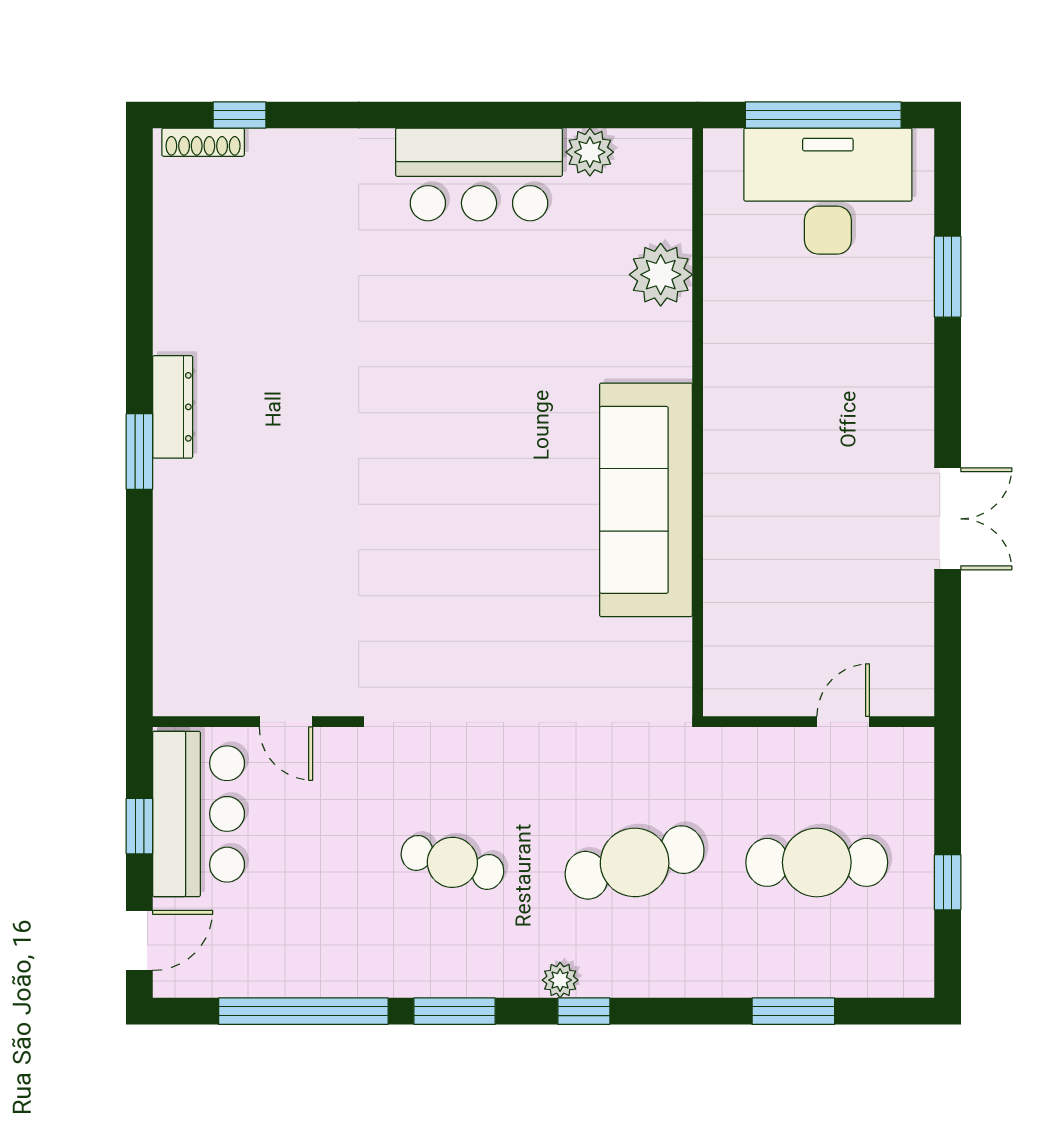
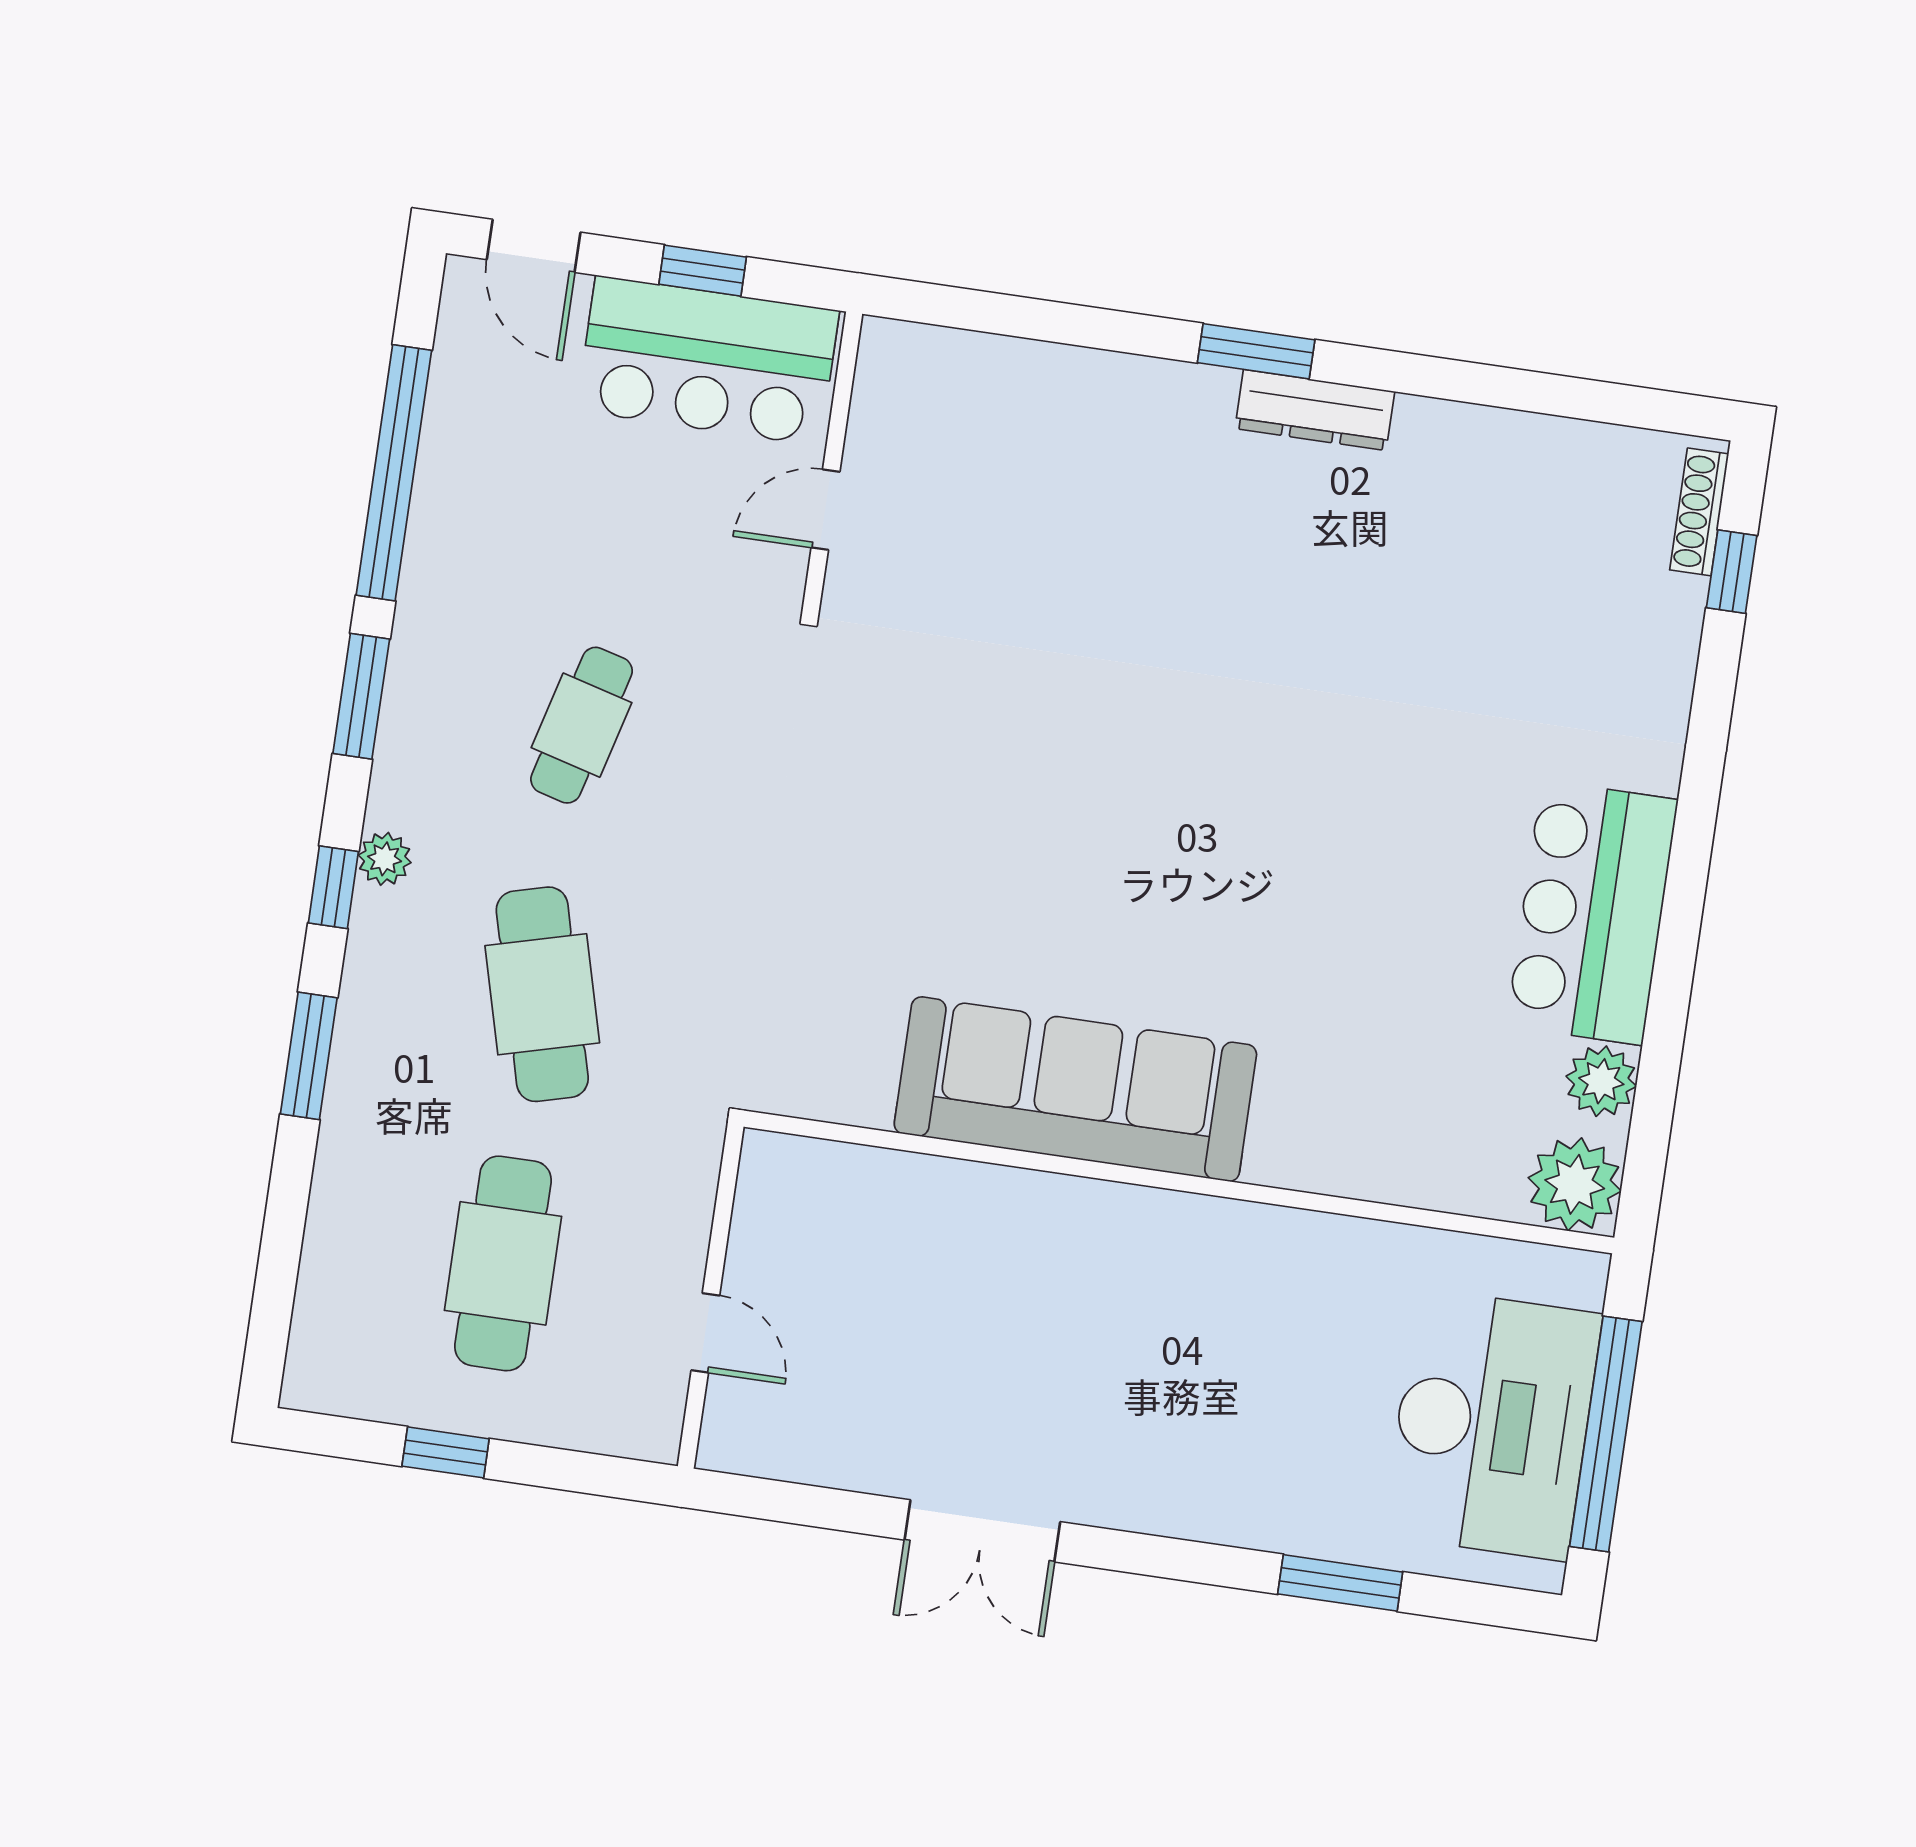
plant: (661, 275) -> (1575, 1184), moved
window: (793, 1011) -> (309, 1056), moved

